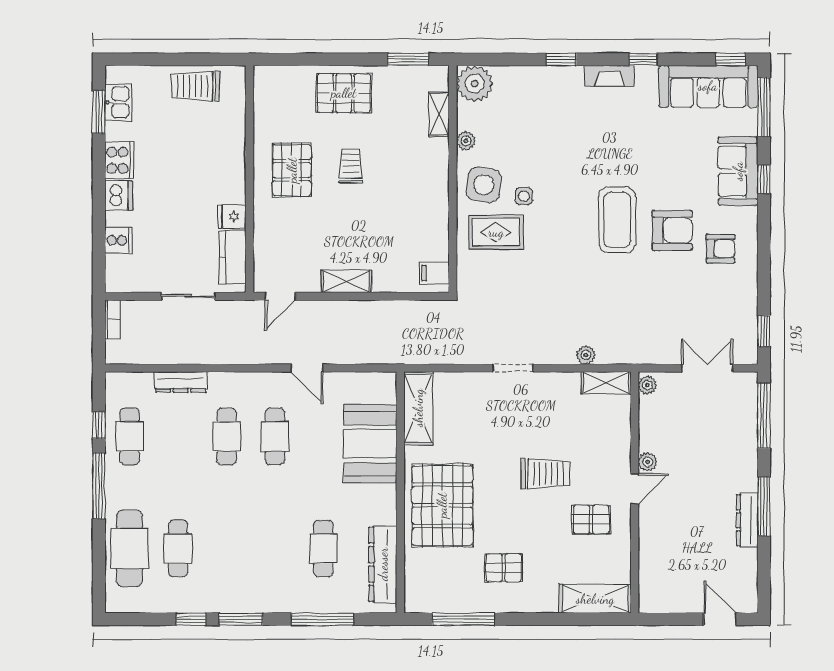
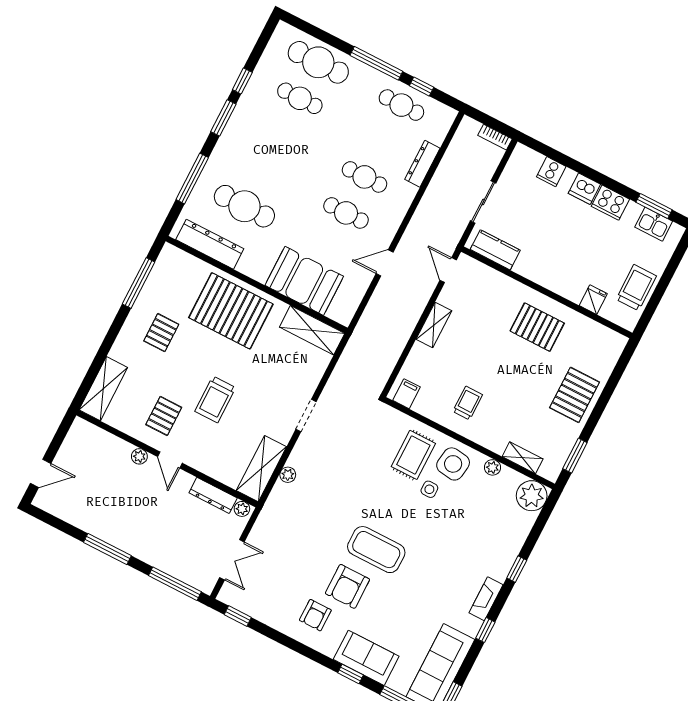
trolley: (351, 166) -> (468, 403), moved, turned -90
fridge: (232, 217) -> (593, 300), moved
shelving: (606, 383) -> (261, 469), width x1.50, depth x1.33
plant: (648, 462) -> (139, 456), moved
dresser: (747, 520) -> (213, 495), moved, turned 180
cafe table: (323, 548) -> (244, 206), width x1.37, depth x1.35

